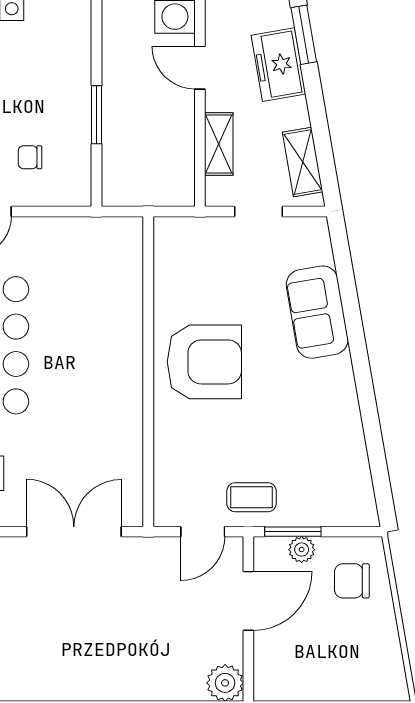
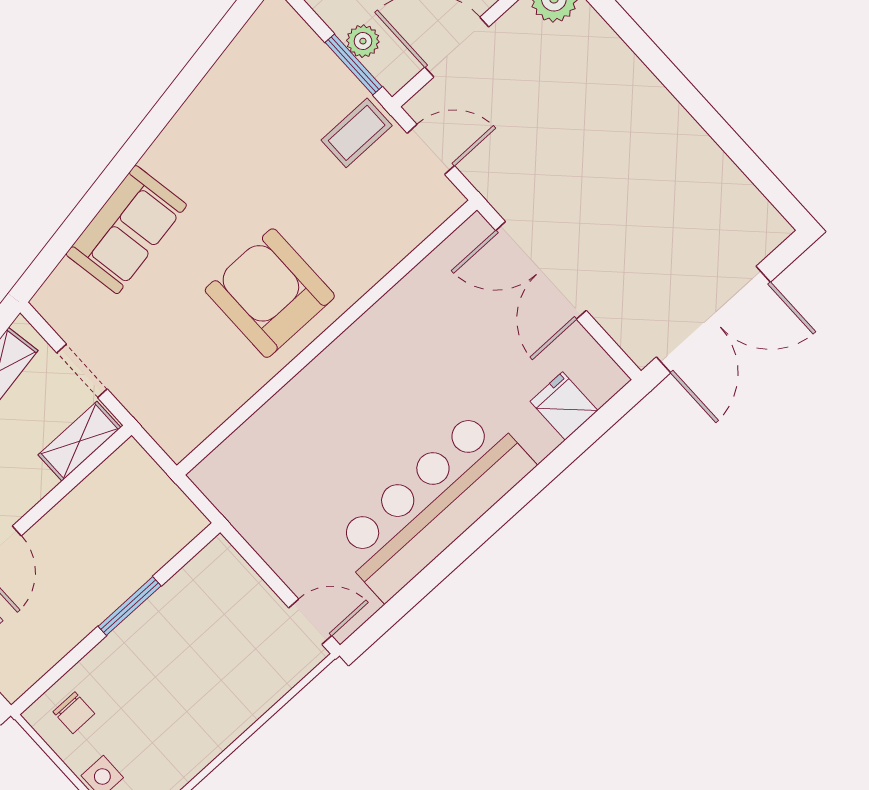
shelving: (219, 144) -> (80, 441), moved
chair: (30, 157) -> (74, 713), moved
coffee table: (252, 497) -> (357, 133), turned 90

